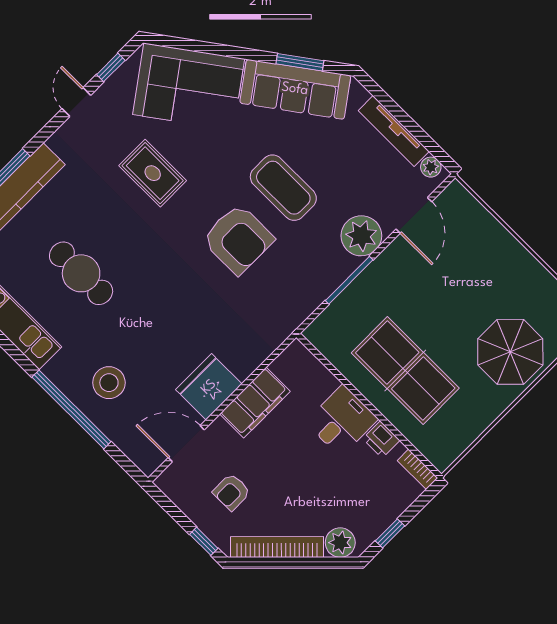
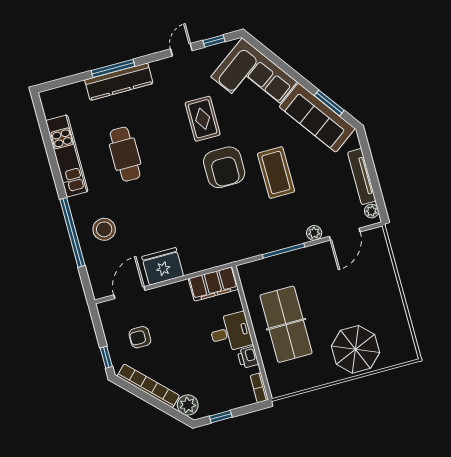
plant: (361, 236) -> (314, 233), width x0.53, depth x0.53
armchair: (238, 239) -> (224, 167), moved
filing cabinet: (255, 403) -> (213, 284), moved
door: (186, 444) -> (129, 293), hinge flipped

